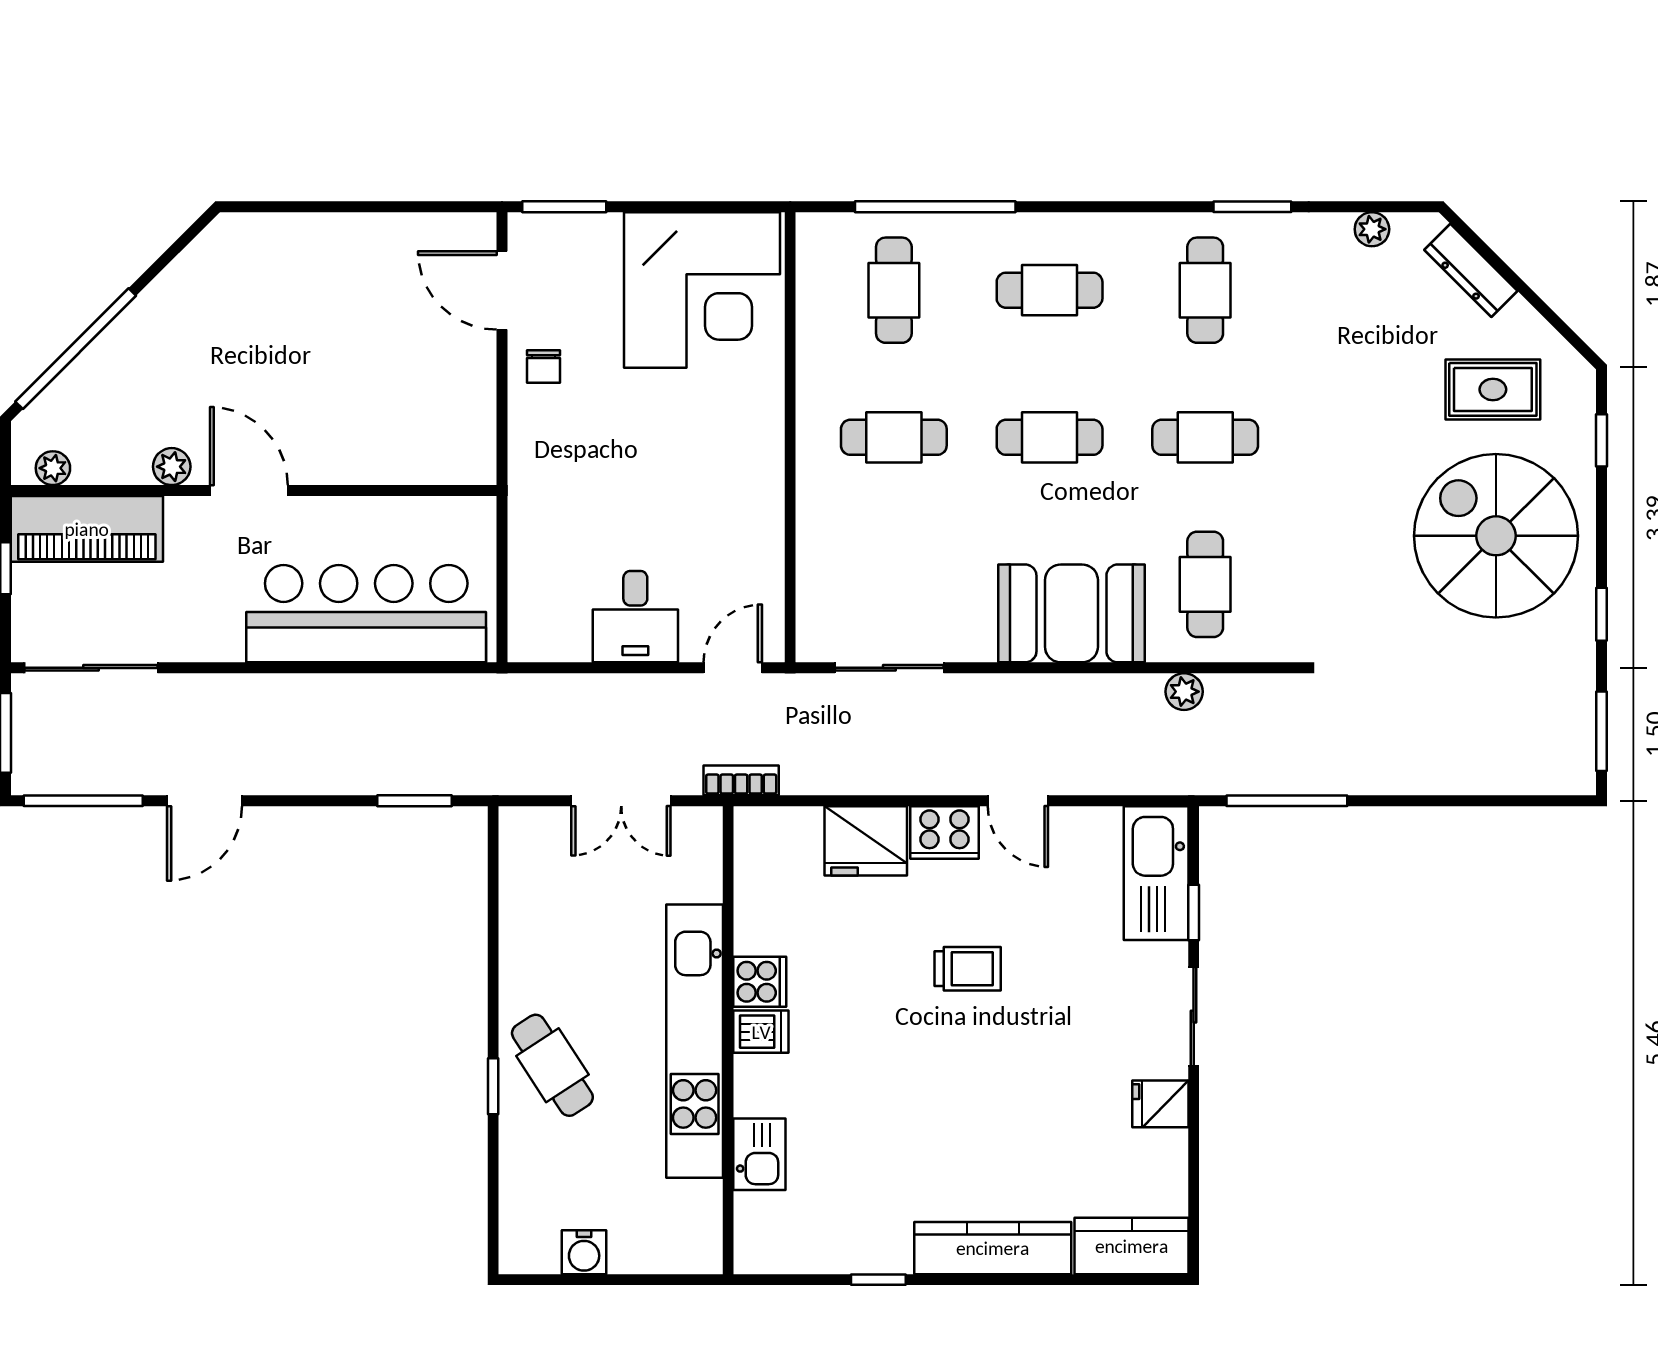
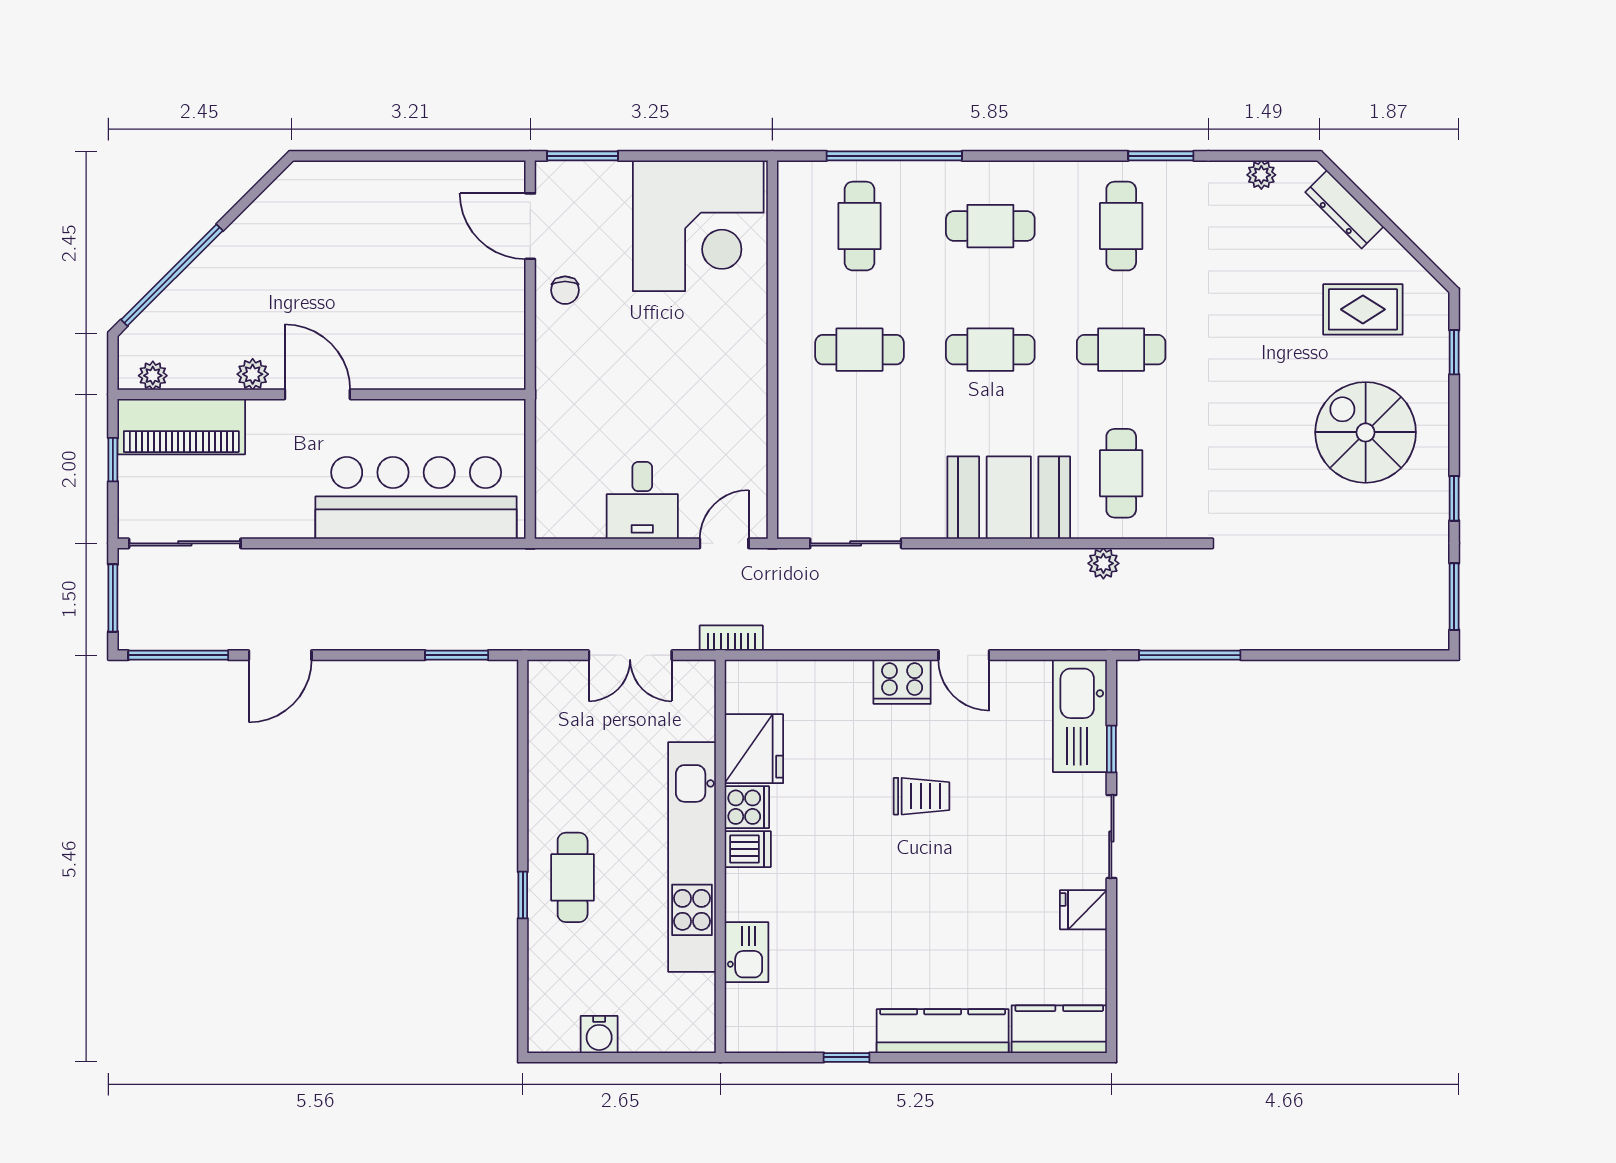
spiral stairs: (1496, 536) -> (1366, 432), width x0.73, depth x0.73
fridge: (866, 841) -> (754, 749), moved, turned -90
cafe table: (552, 1065) -> (573, 877), turned 33

